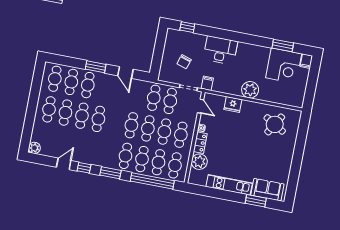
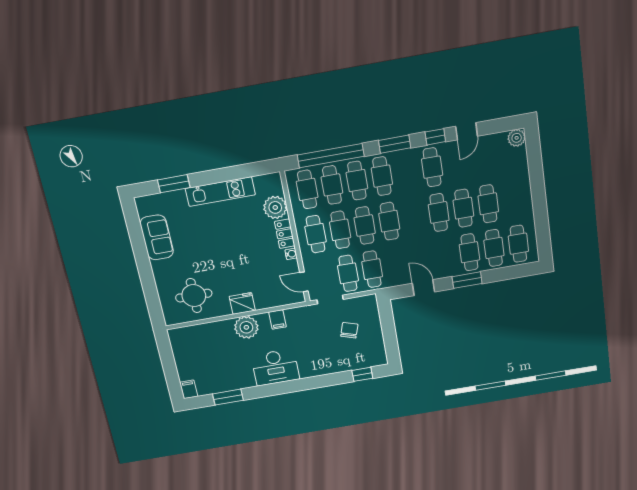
desk: (220, 50) -> (275, 367), moved
corner desk: (284, 66) -> (215, 373), removed
filing cabinet: (207, 83) -> (277, 320), moved
fridge: (233, 105) -> (242, 303), moved
cafe table: (49, 109) -> (432, 167), moved
round table: (275, 124) -> (194, 296), turned -31
sofa: (267, 190) -> (157, 237), moved, turned -90

